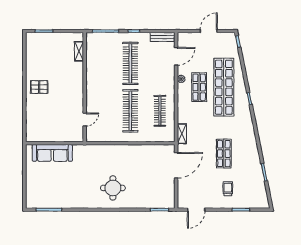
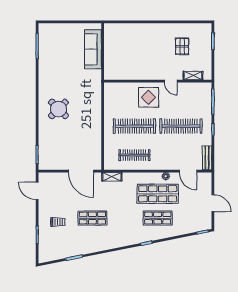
pallet: (39, 87) -> (182, 46), moved
shop shelf: (199, 87) -> (158, 194), width x1.43, depth x1.36
shop shelf: (224, 87) -> (158, 218), width x0.50, depth x0.74
display table: (101, 96) -> (148, 97), added
door: (85, 119) -> (171, 81), moved
round table: (113, 188) -> (58, 109), turned 45

